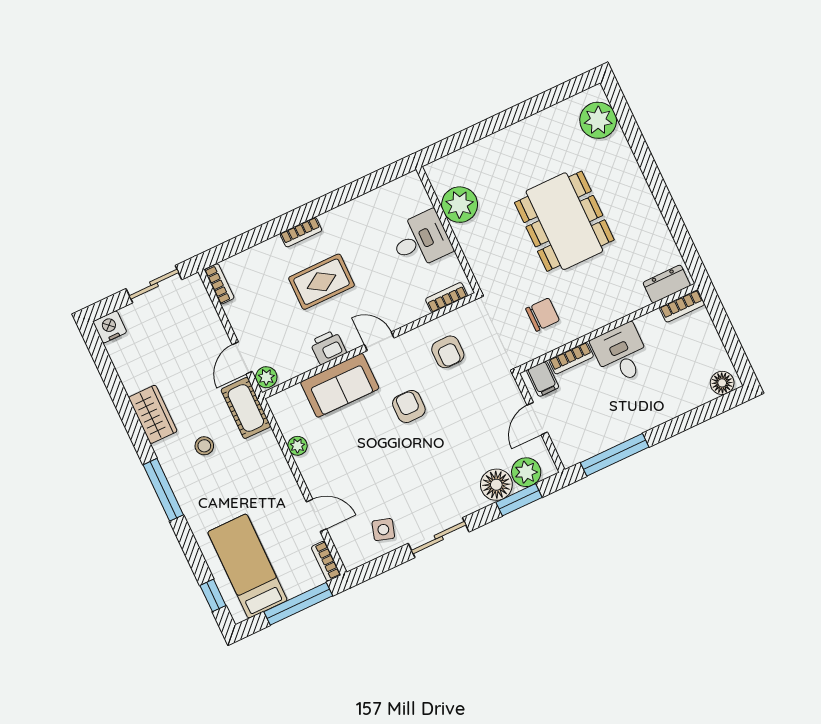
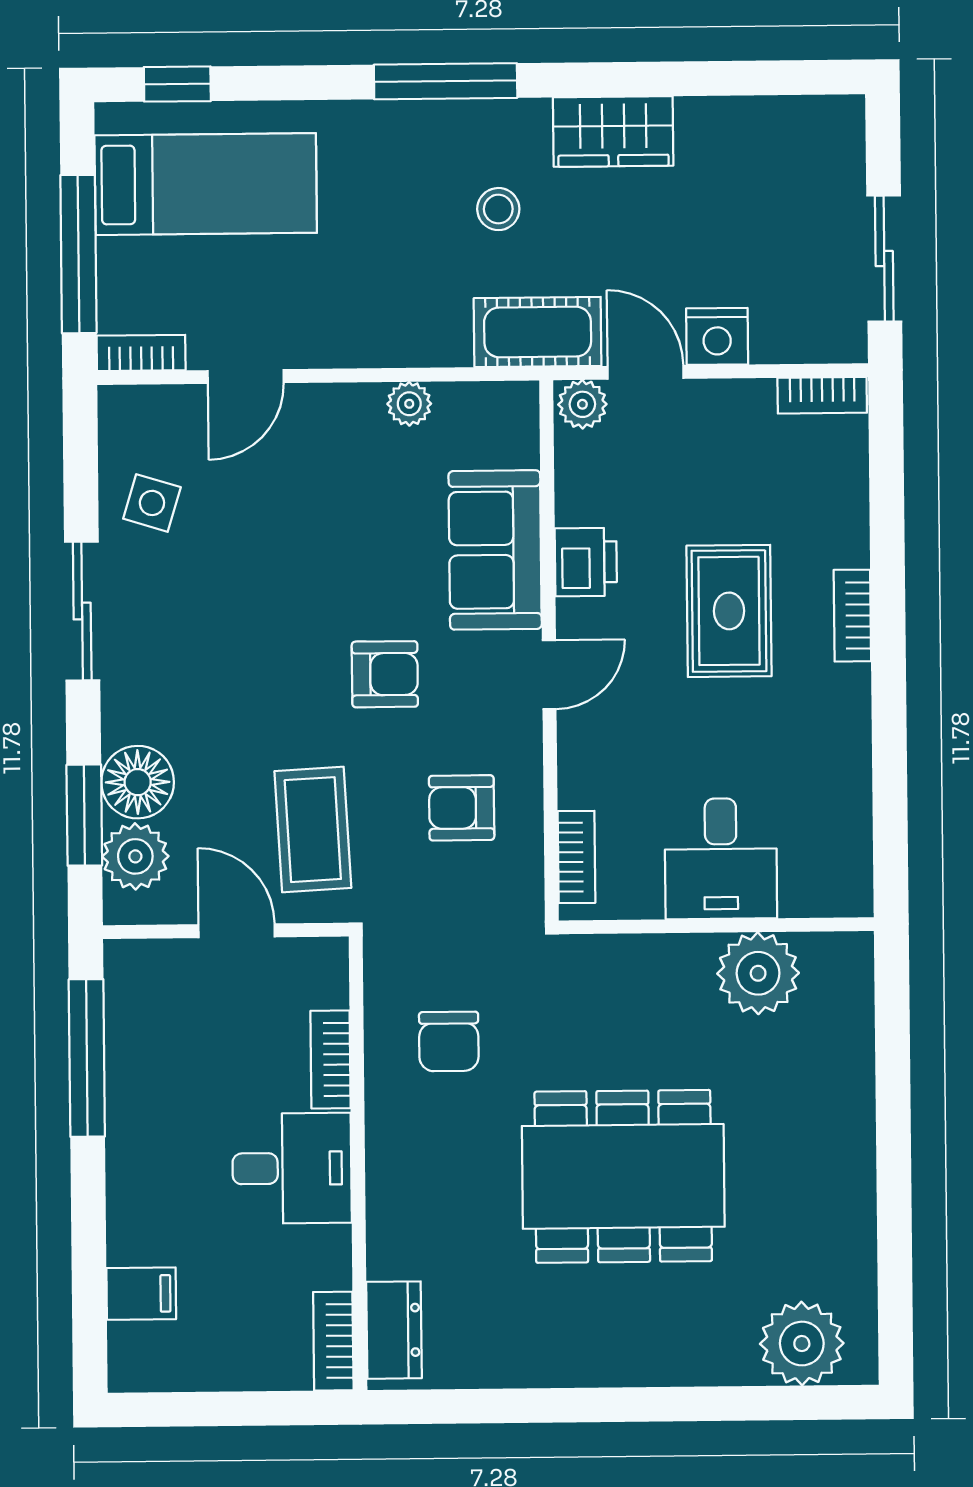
nightstand: (110, 327) -> (717, 336), moved, turned 90
filing cabinet: (543, 379) -> (141, 1294), moved, turned 180
floor lamp: (722, 383) -> (134, 1351), removed
coffee table: (483, 407) -> (313, 830), added

